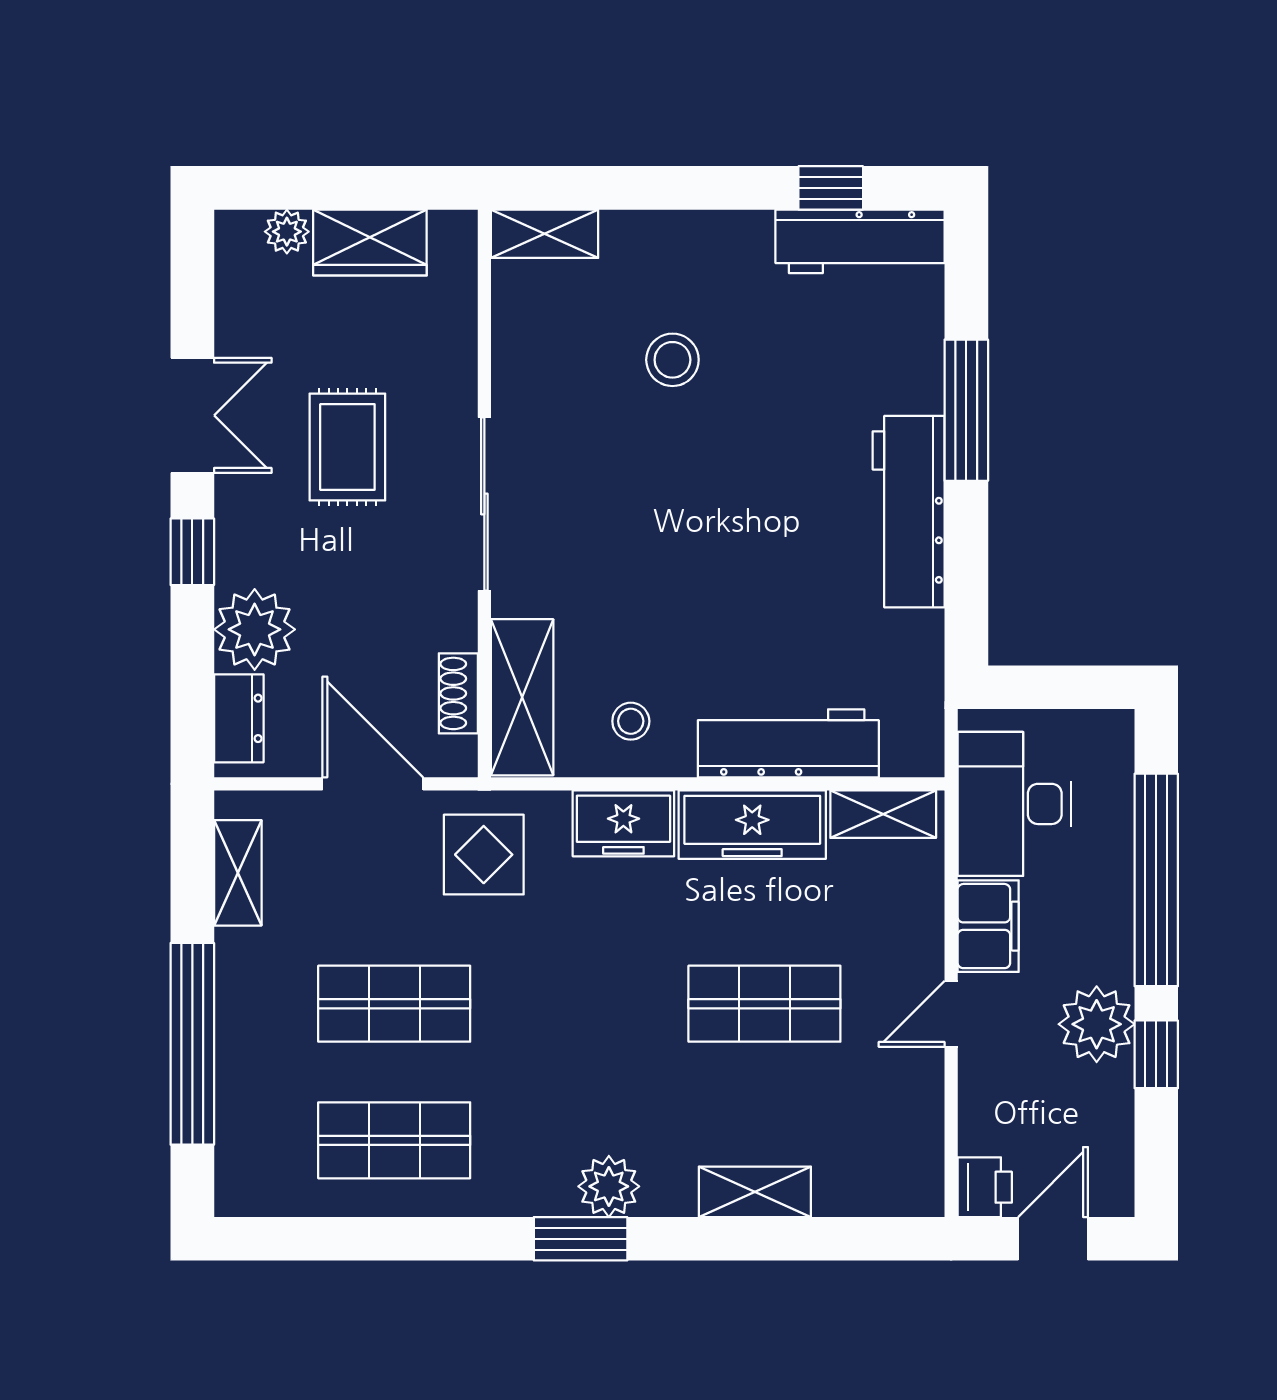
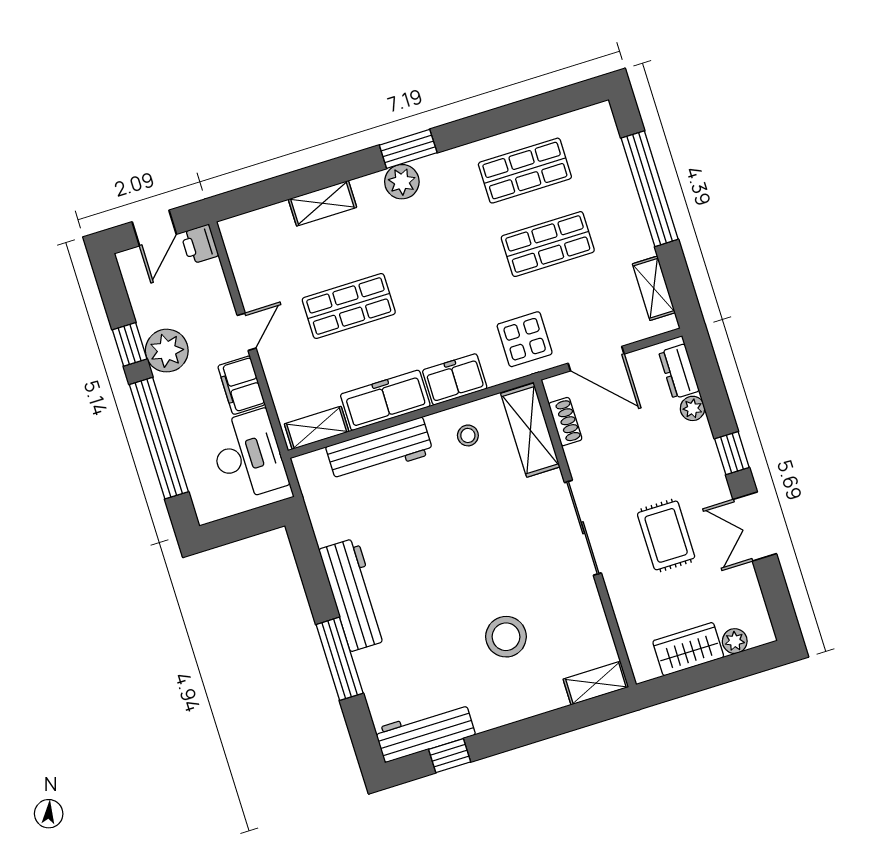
stool: (672, 360) -> (506, 637), width x1.38, depth x1.38
plant: (255, 629) -> (692, 408), width x0.53, depth x0.53

